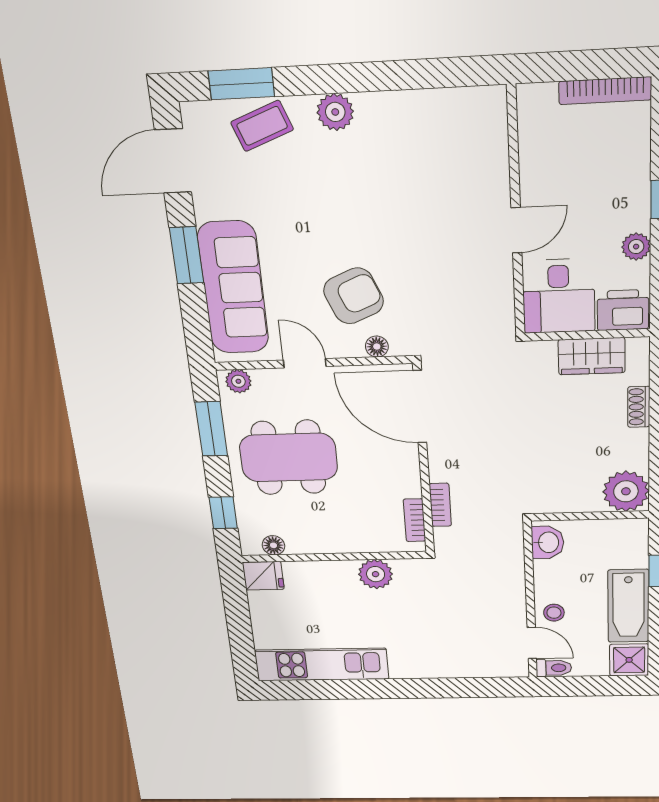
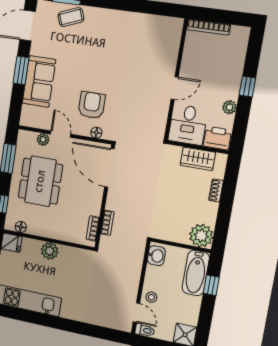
bookcase: (605, 91) -> (208, 27), moved
plant: (335, 112) -> (105, 17), removed
sofa: (233, 288) -> (39, 82), width x0.73
armchair: (354, 296) -> (92, 105), turned -67
plant: (238, 381) -> (43, 139), moved
dining table: (288, 458) -> (40, 181), turned 90
plant: (376, 574) -> (50, 251), moved
bathtub: (628, 606) -> (196, 273), moved

